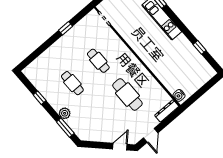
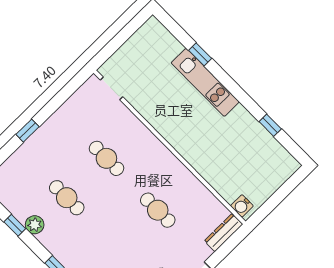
window: (65, 28) -> (27, 131), moved
cafe table: (127, 94) -> (158, 210), width x0.73, depth x0.74
plant: (65, 113) -> (35, 225), moved

